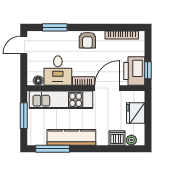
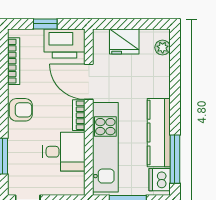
window: (148, 70) -> (45, 24), moved
floor lamp: (38, 81) -> (78, 180), removed
dishwasher: (117, 138) -> (160, 180), moved

